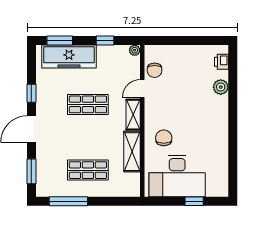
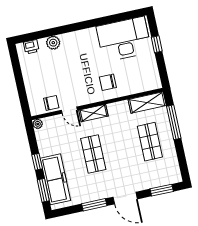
window: (105, 40) -> (37, 162), moved
window: (31, 93) -> (94, 205), width x1.50
shelving: (132, 152) -> (147, 102), moved
desk: (177, 176) -> (124, 39), moved, turned -90
window: (68, 201) -> (174, 122), moved

